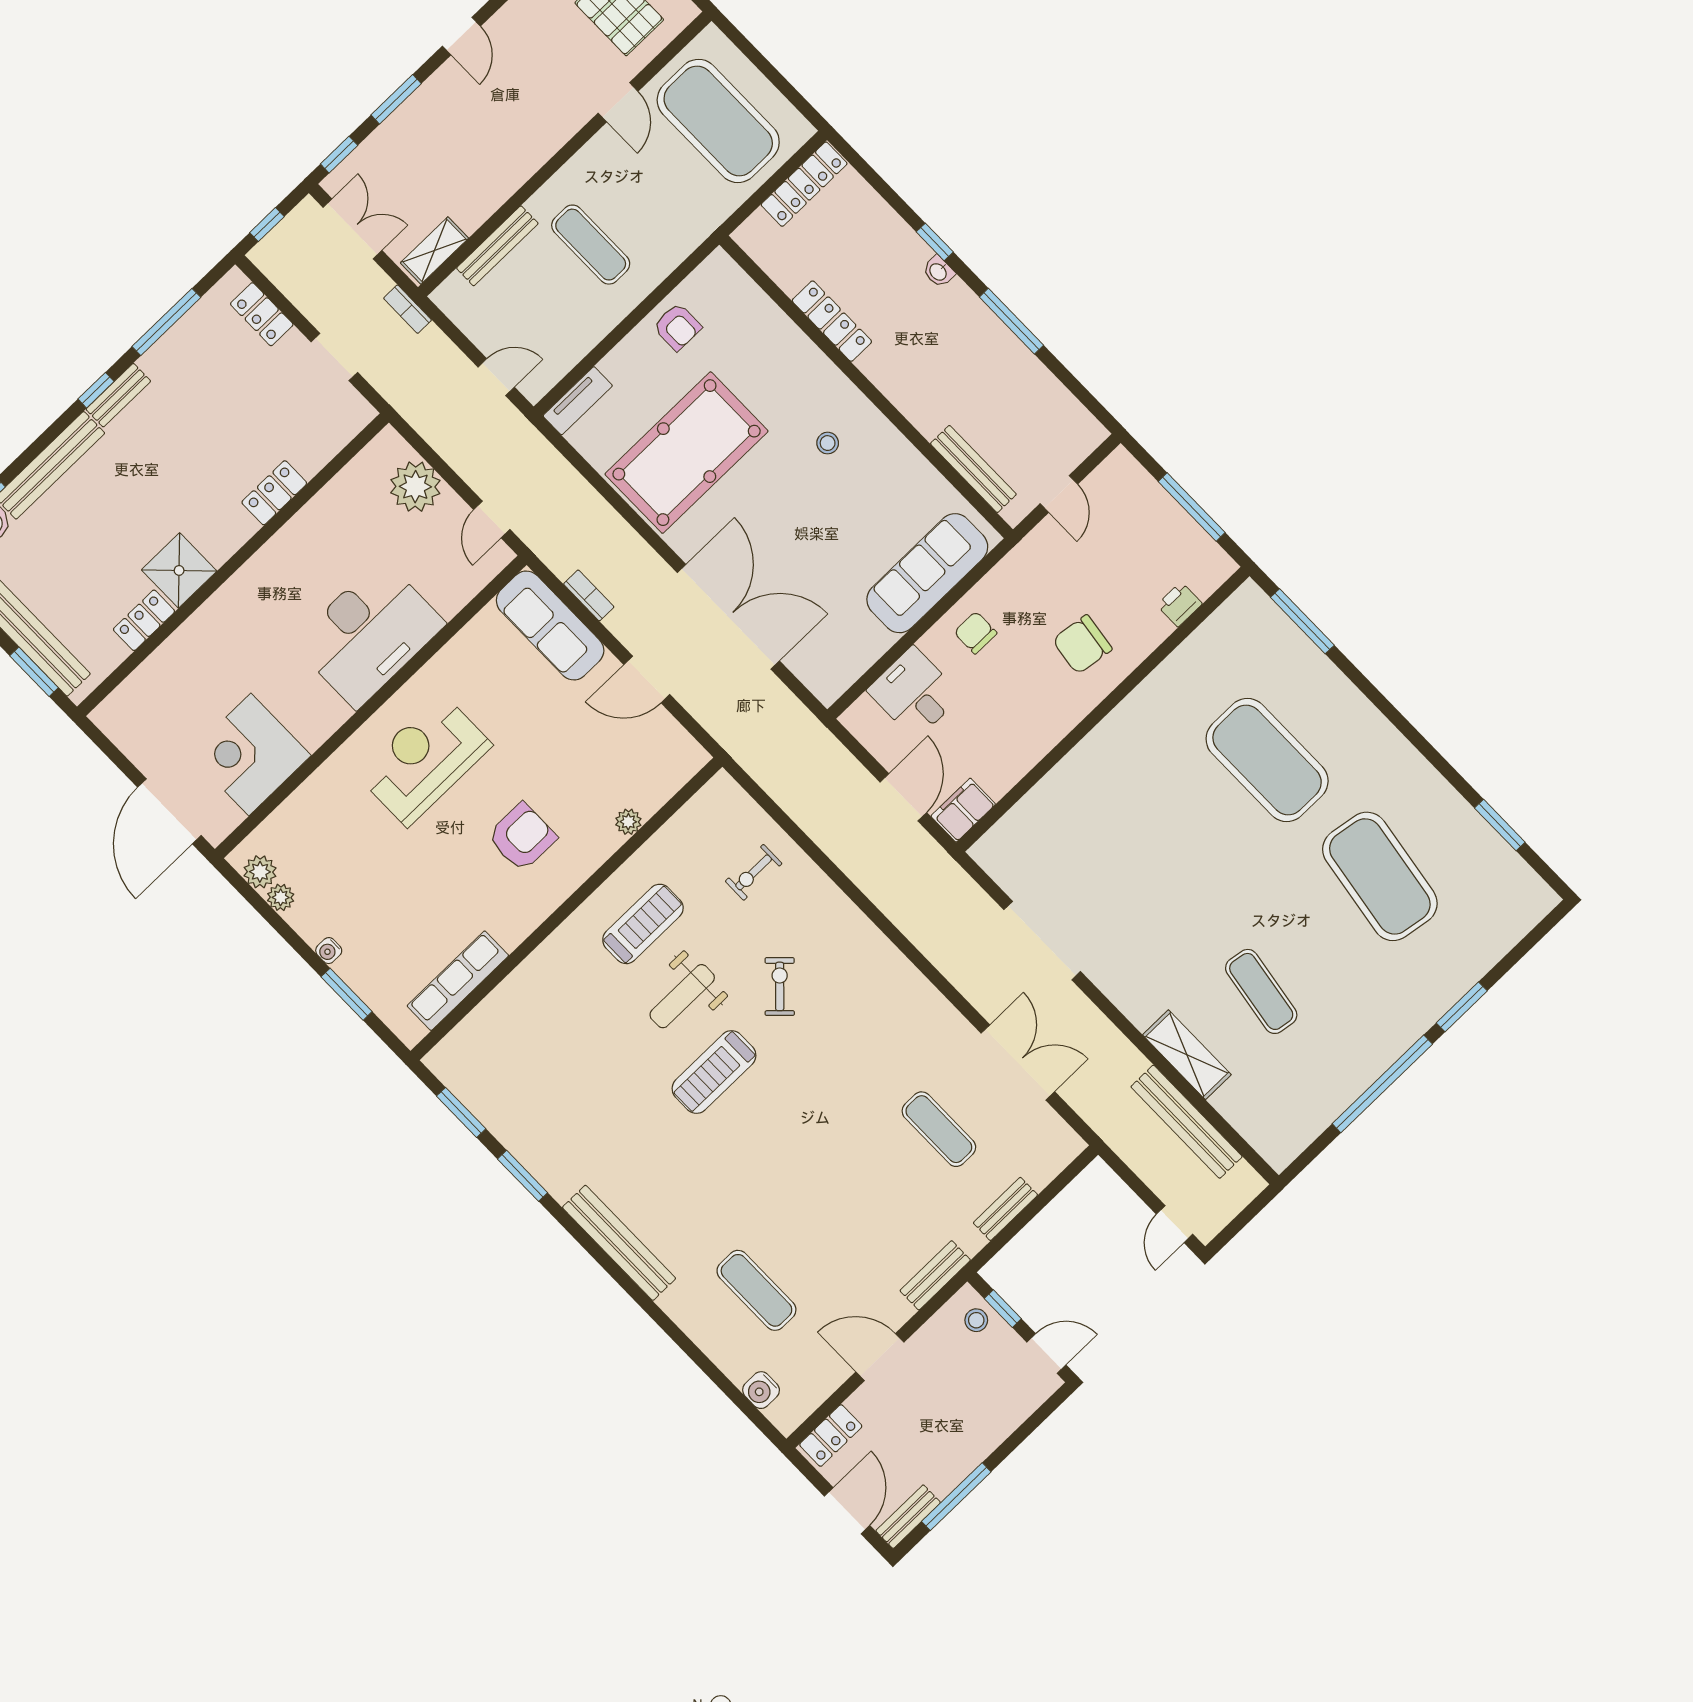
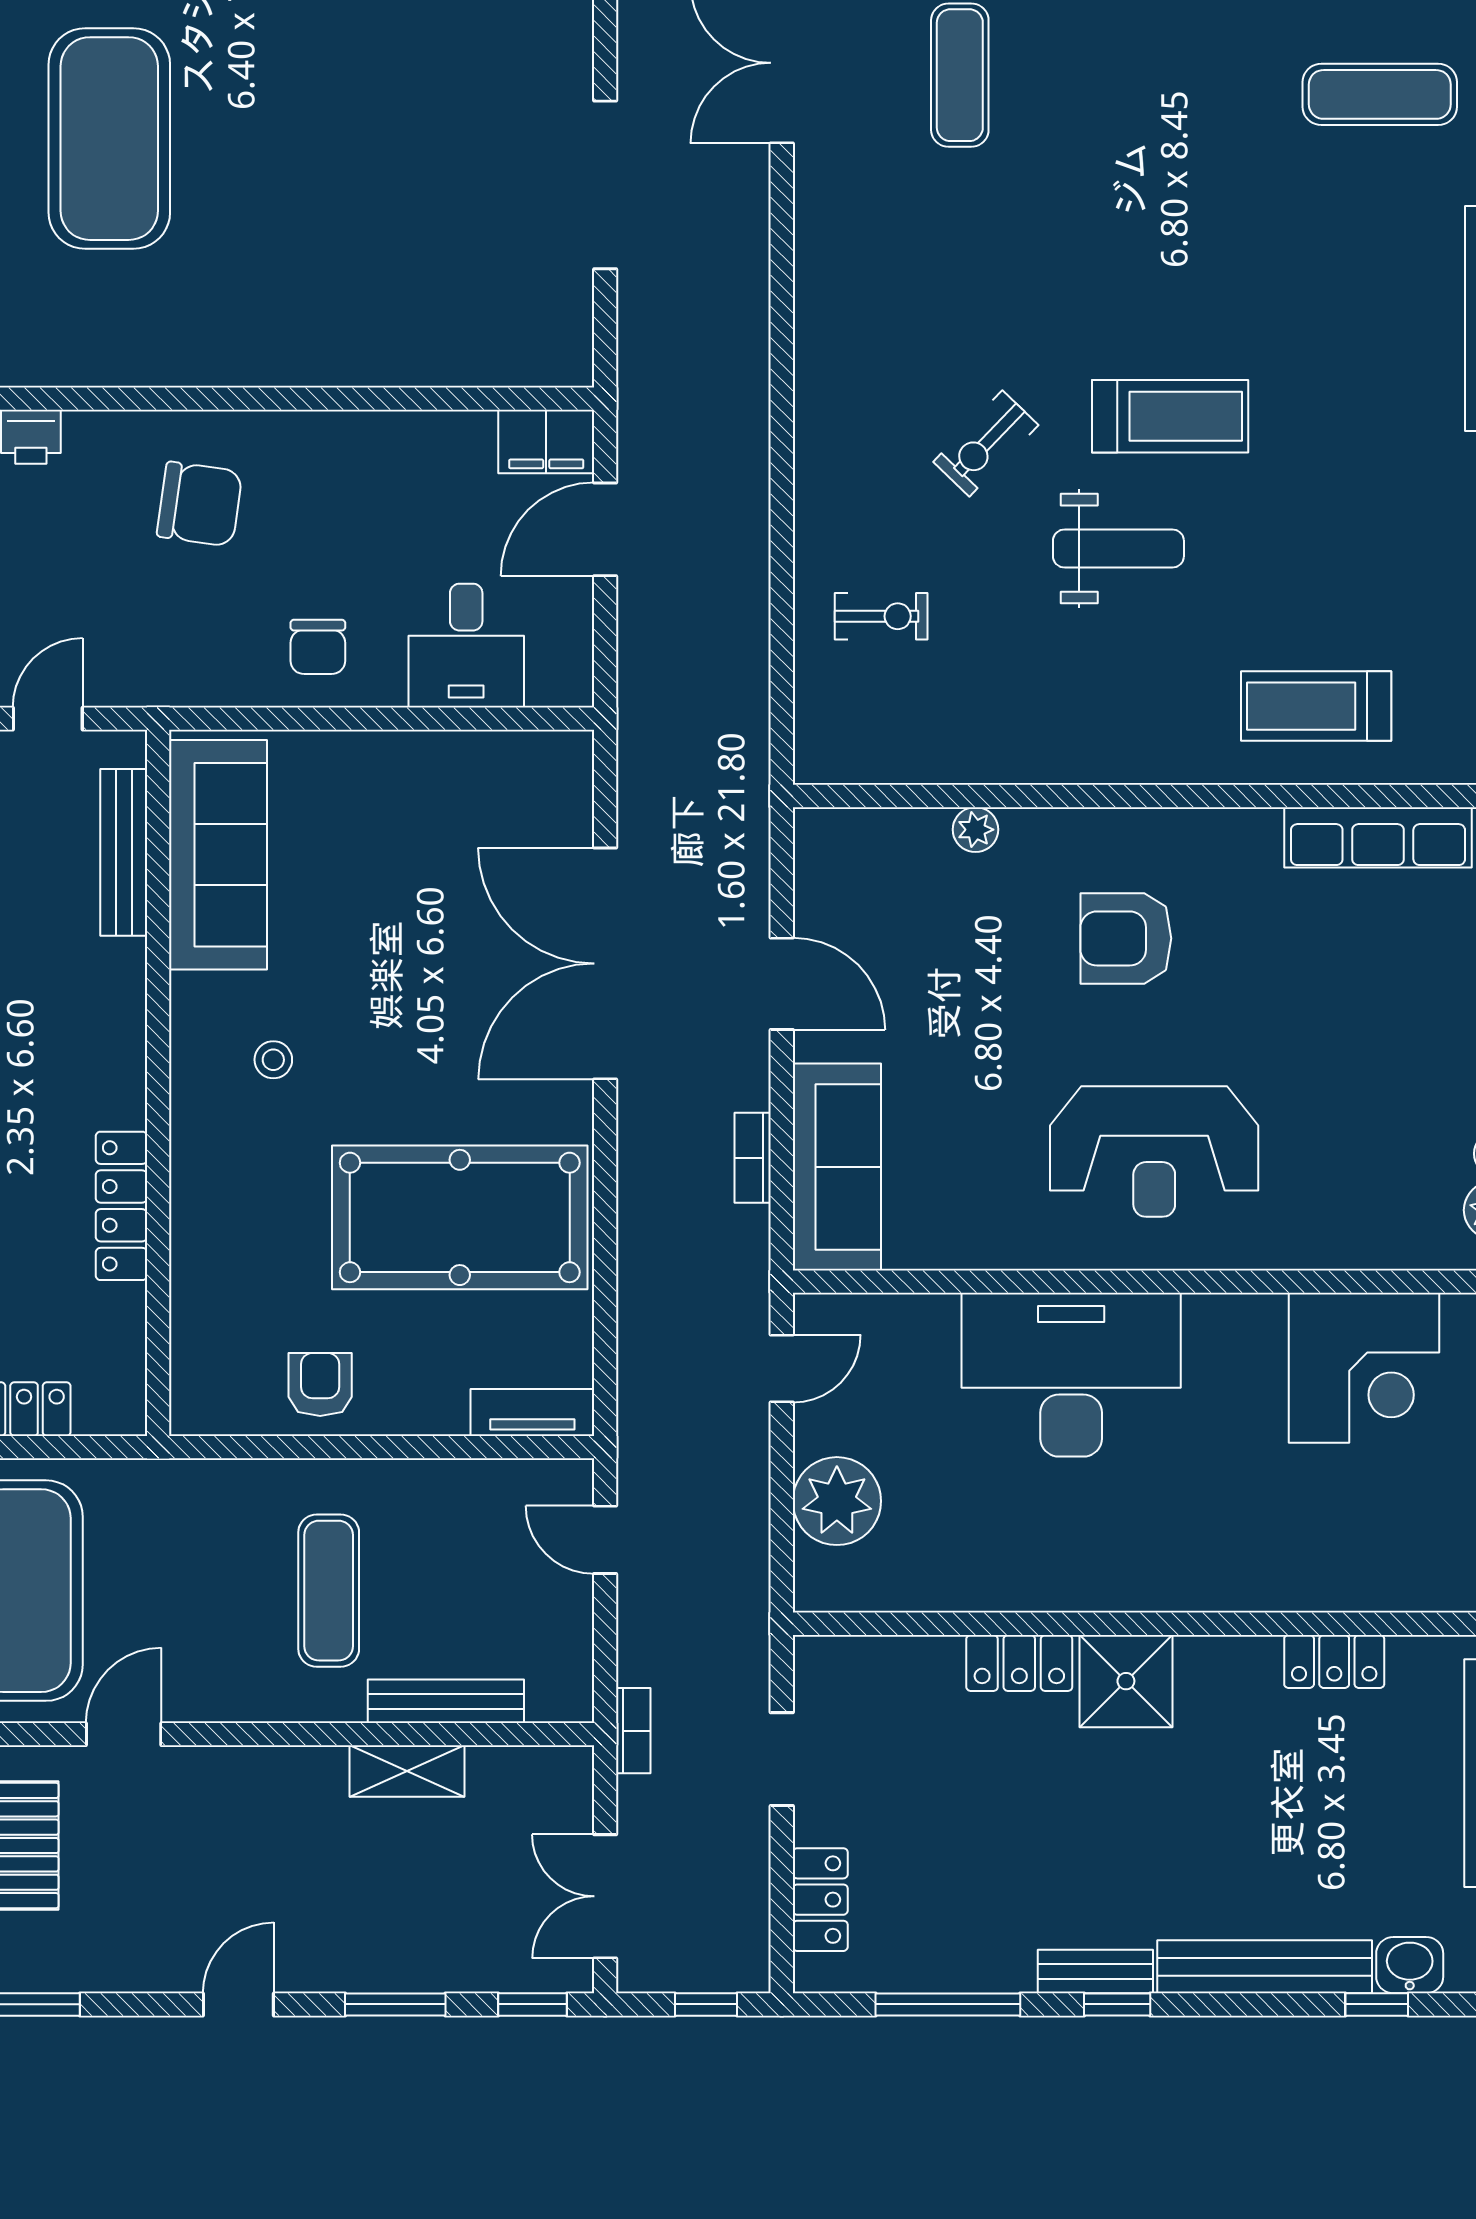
shelving: (434, 250) -> (407, 1771), moved
shower: (179, 570) -> (1126, 1681), moved
sofa: (927, 573) -> (218, 855), moved, turned -90
treadmill: (643, 924) -> (1316, 706), moved
exercise mat: (756, 1290) -> (1380, 94), turned 90

